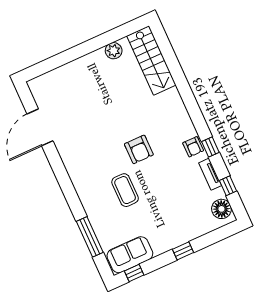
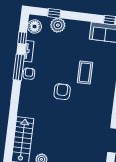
window: (210, 147) -> (19, 67), width x2.17
plant: (194, 228) -> (58, 25), added
window: (183, 251) -> (54, 13), moved

